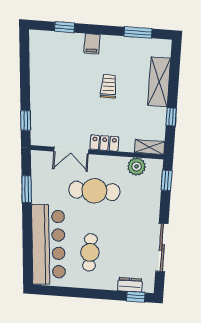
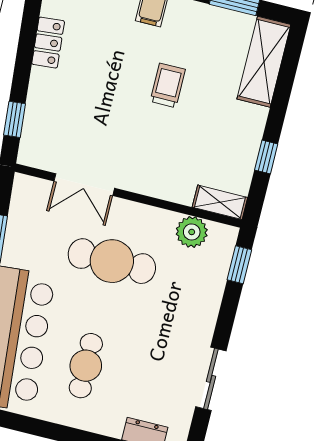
shelving: (159, 82) -> (264, 62), moved
locker: (104, 143) -> (48, 43), moved, turned 85
sliding door: (162, 248) -> (211, 379), width x0.73

